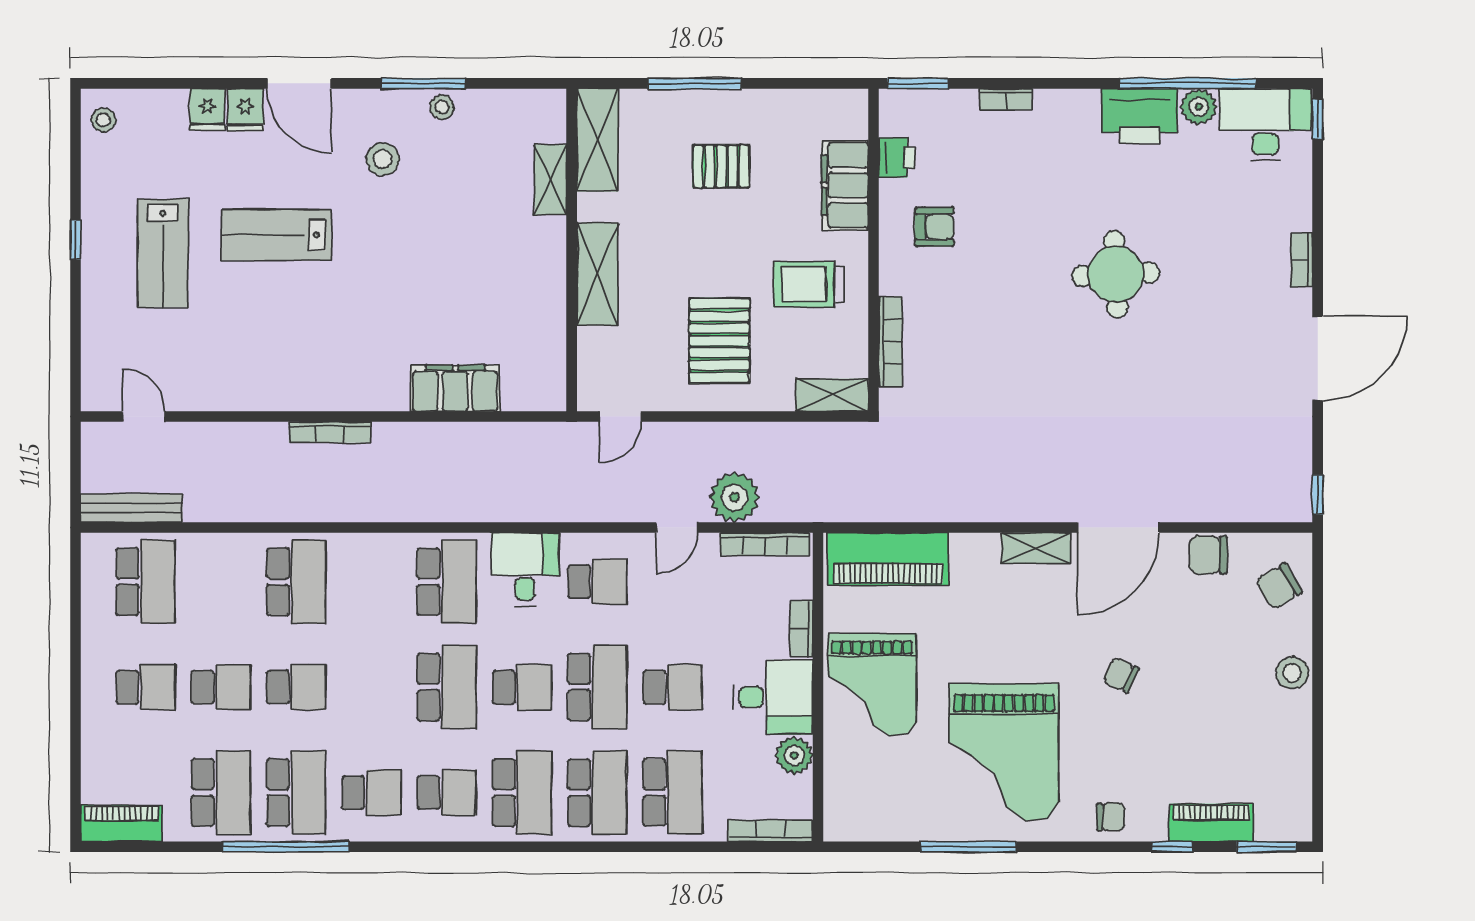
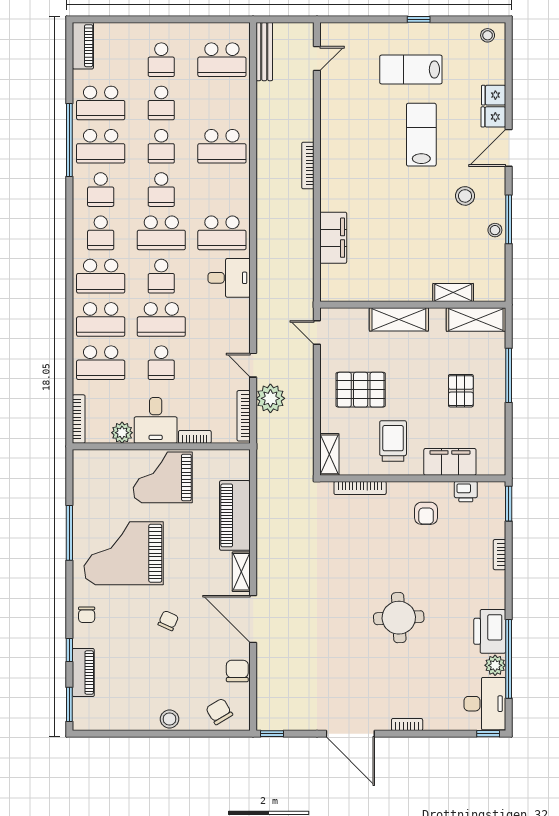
piano: (888, 559) -> (235, 515), moved
school desk: (597, 582) -> (161, 190), moved

